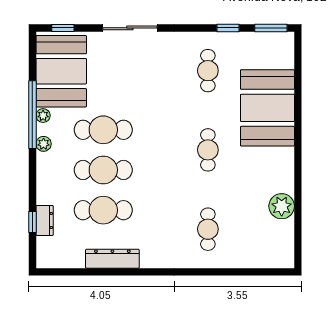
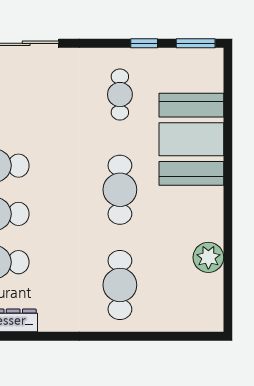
cafe table: (208, 150) -> (120, 190), width x1.37, depth x1.35
cafe table: (208, 229) -> (120, 285), width x1.37, depth x1.35

